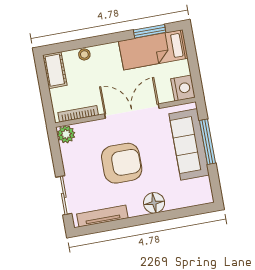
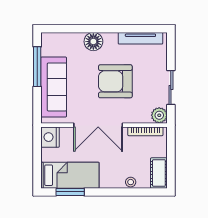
window: (208, 142) -> (37, 67), moved
sliding door: (64, 195) -> (171, 87), moved

